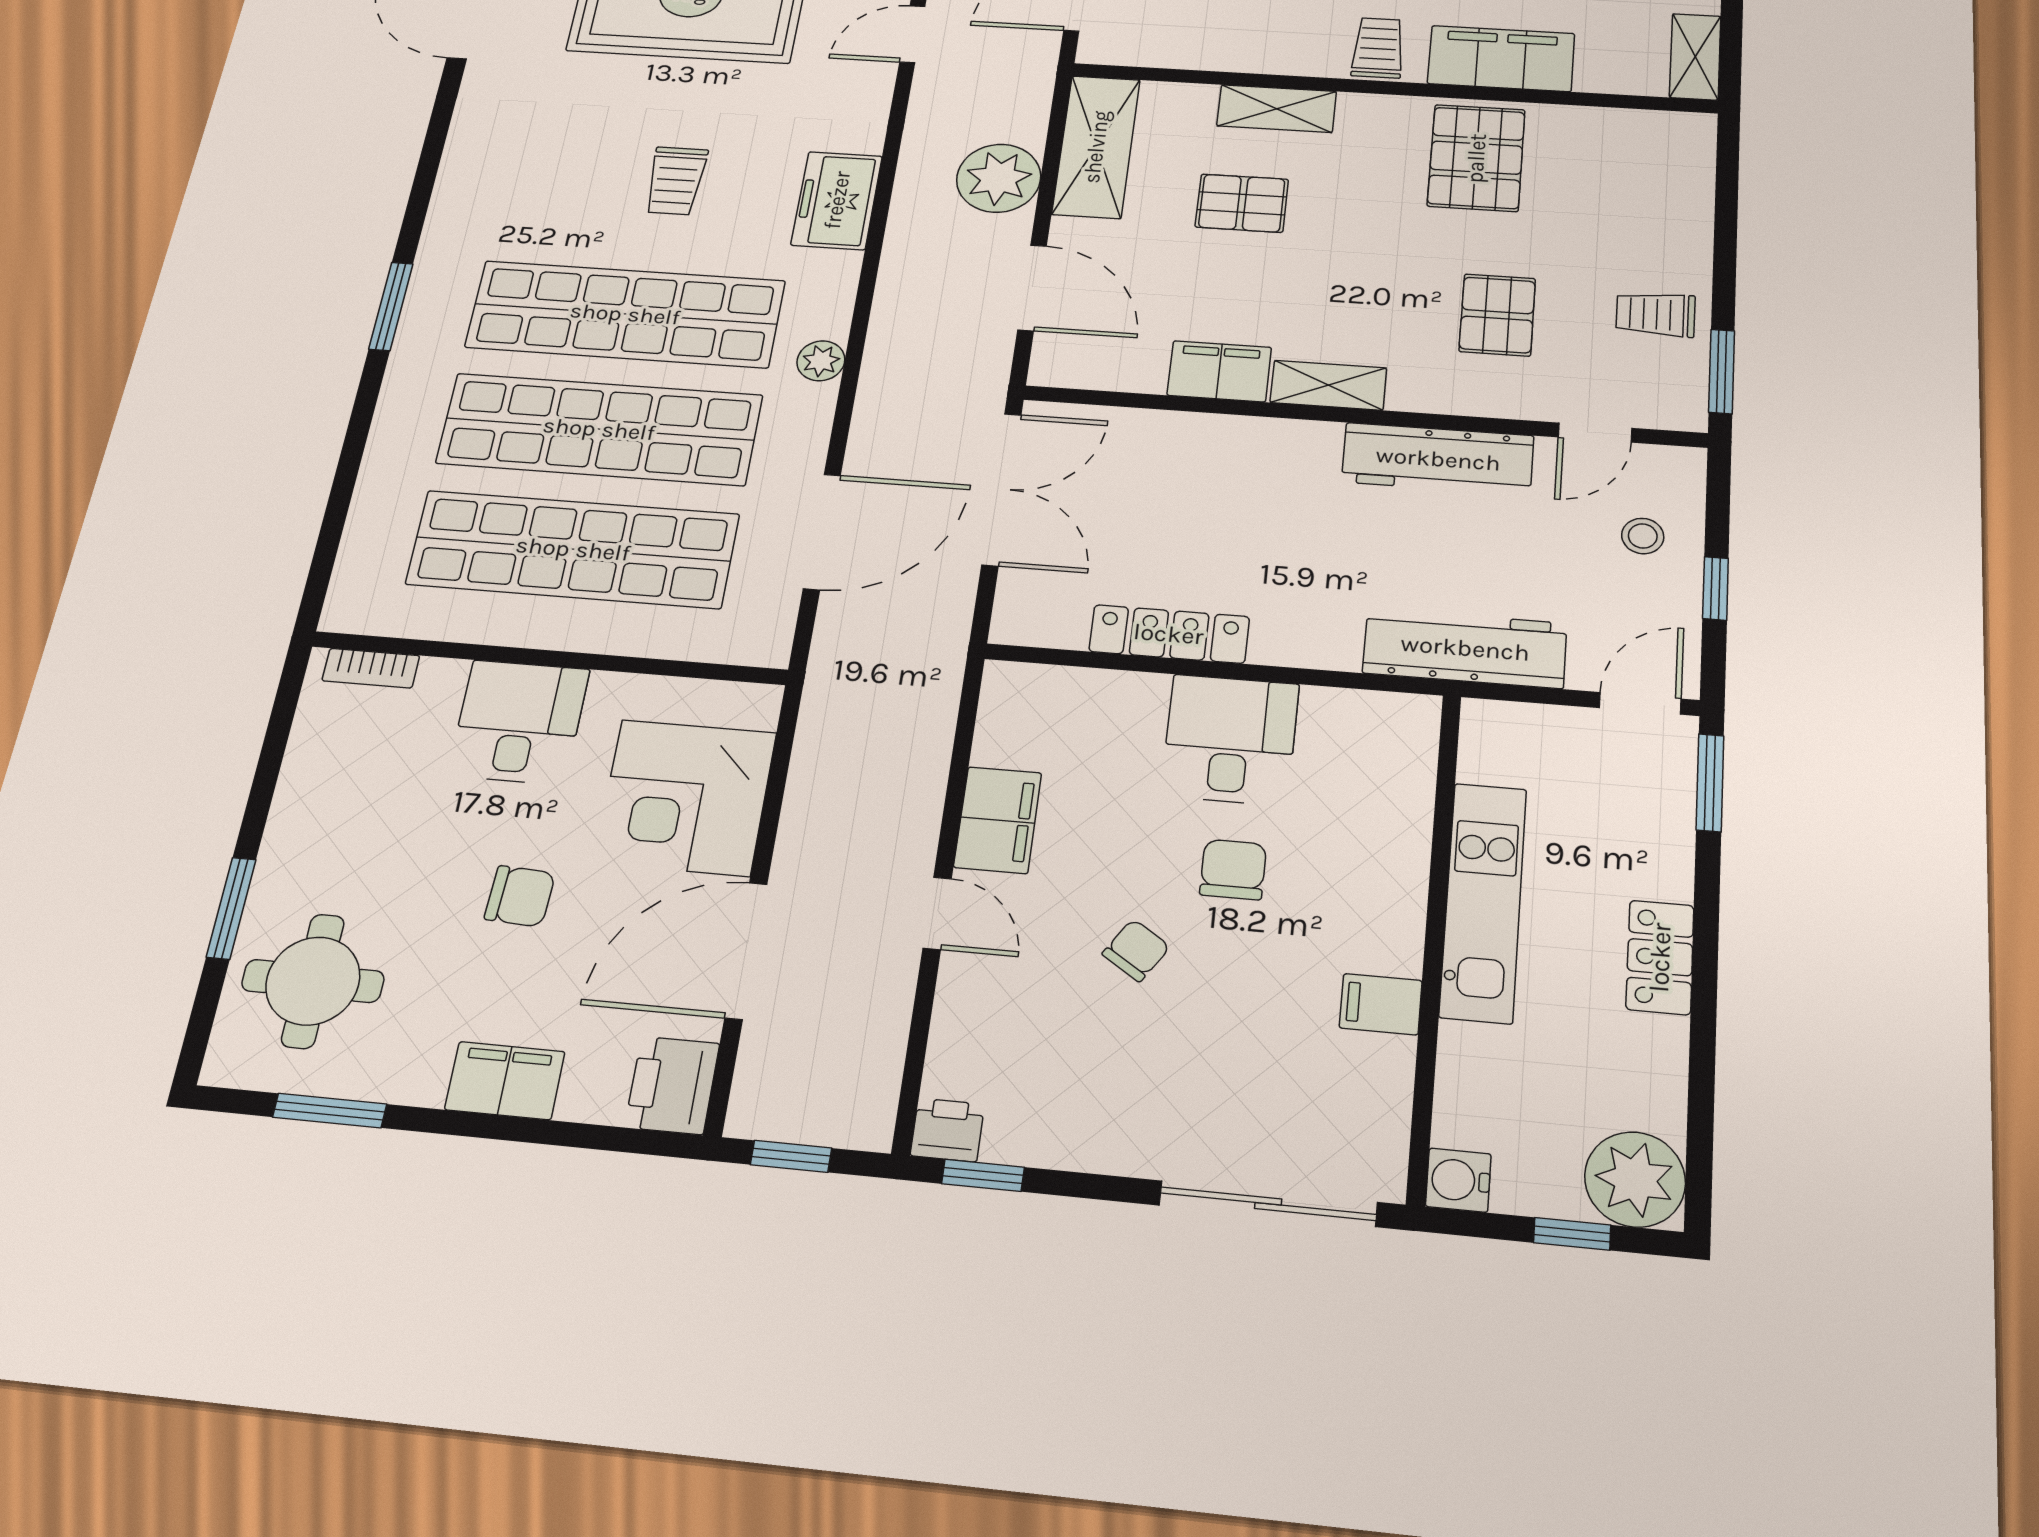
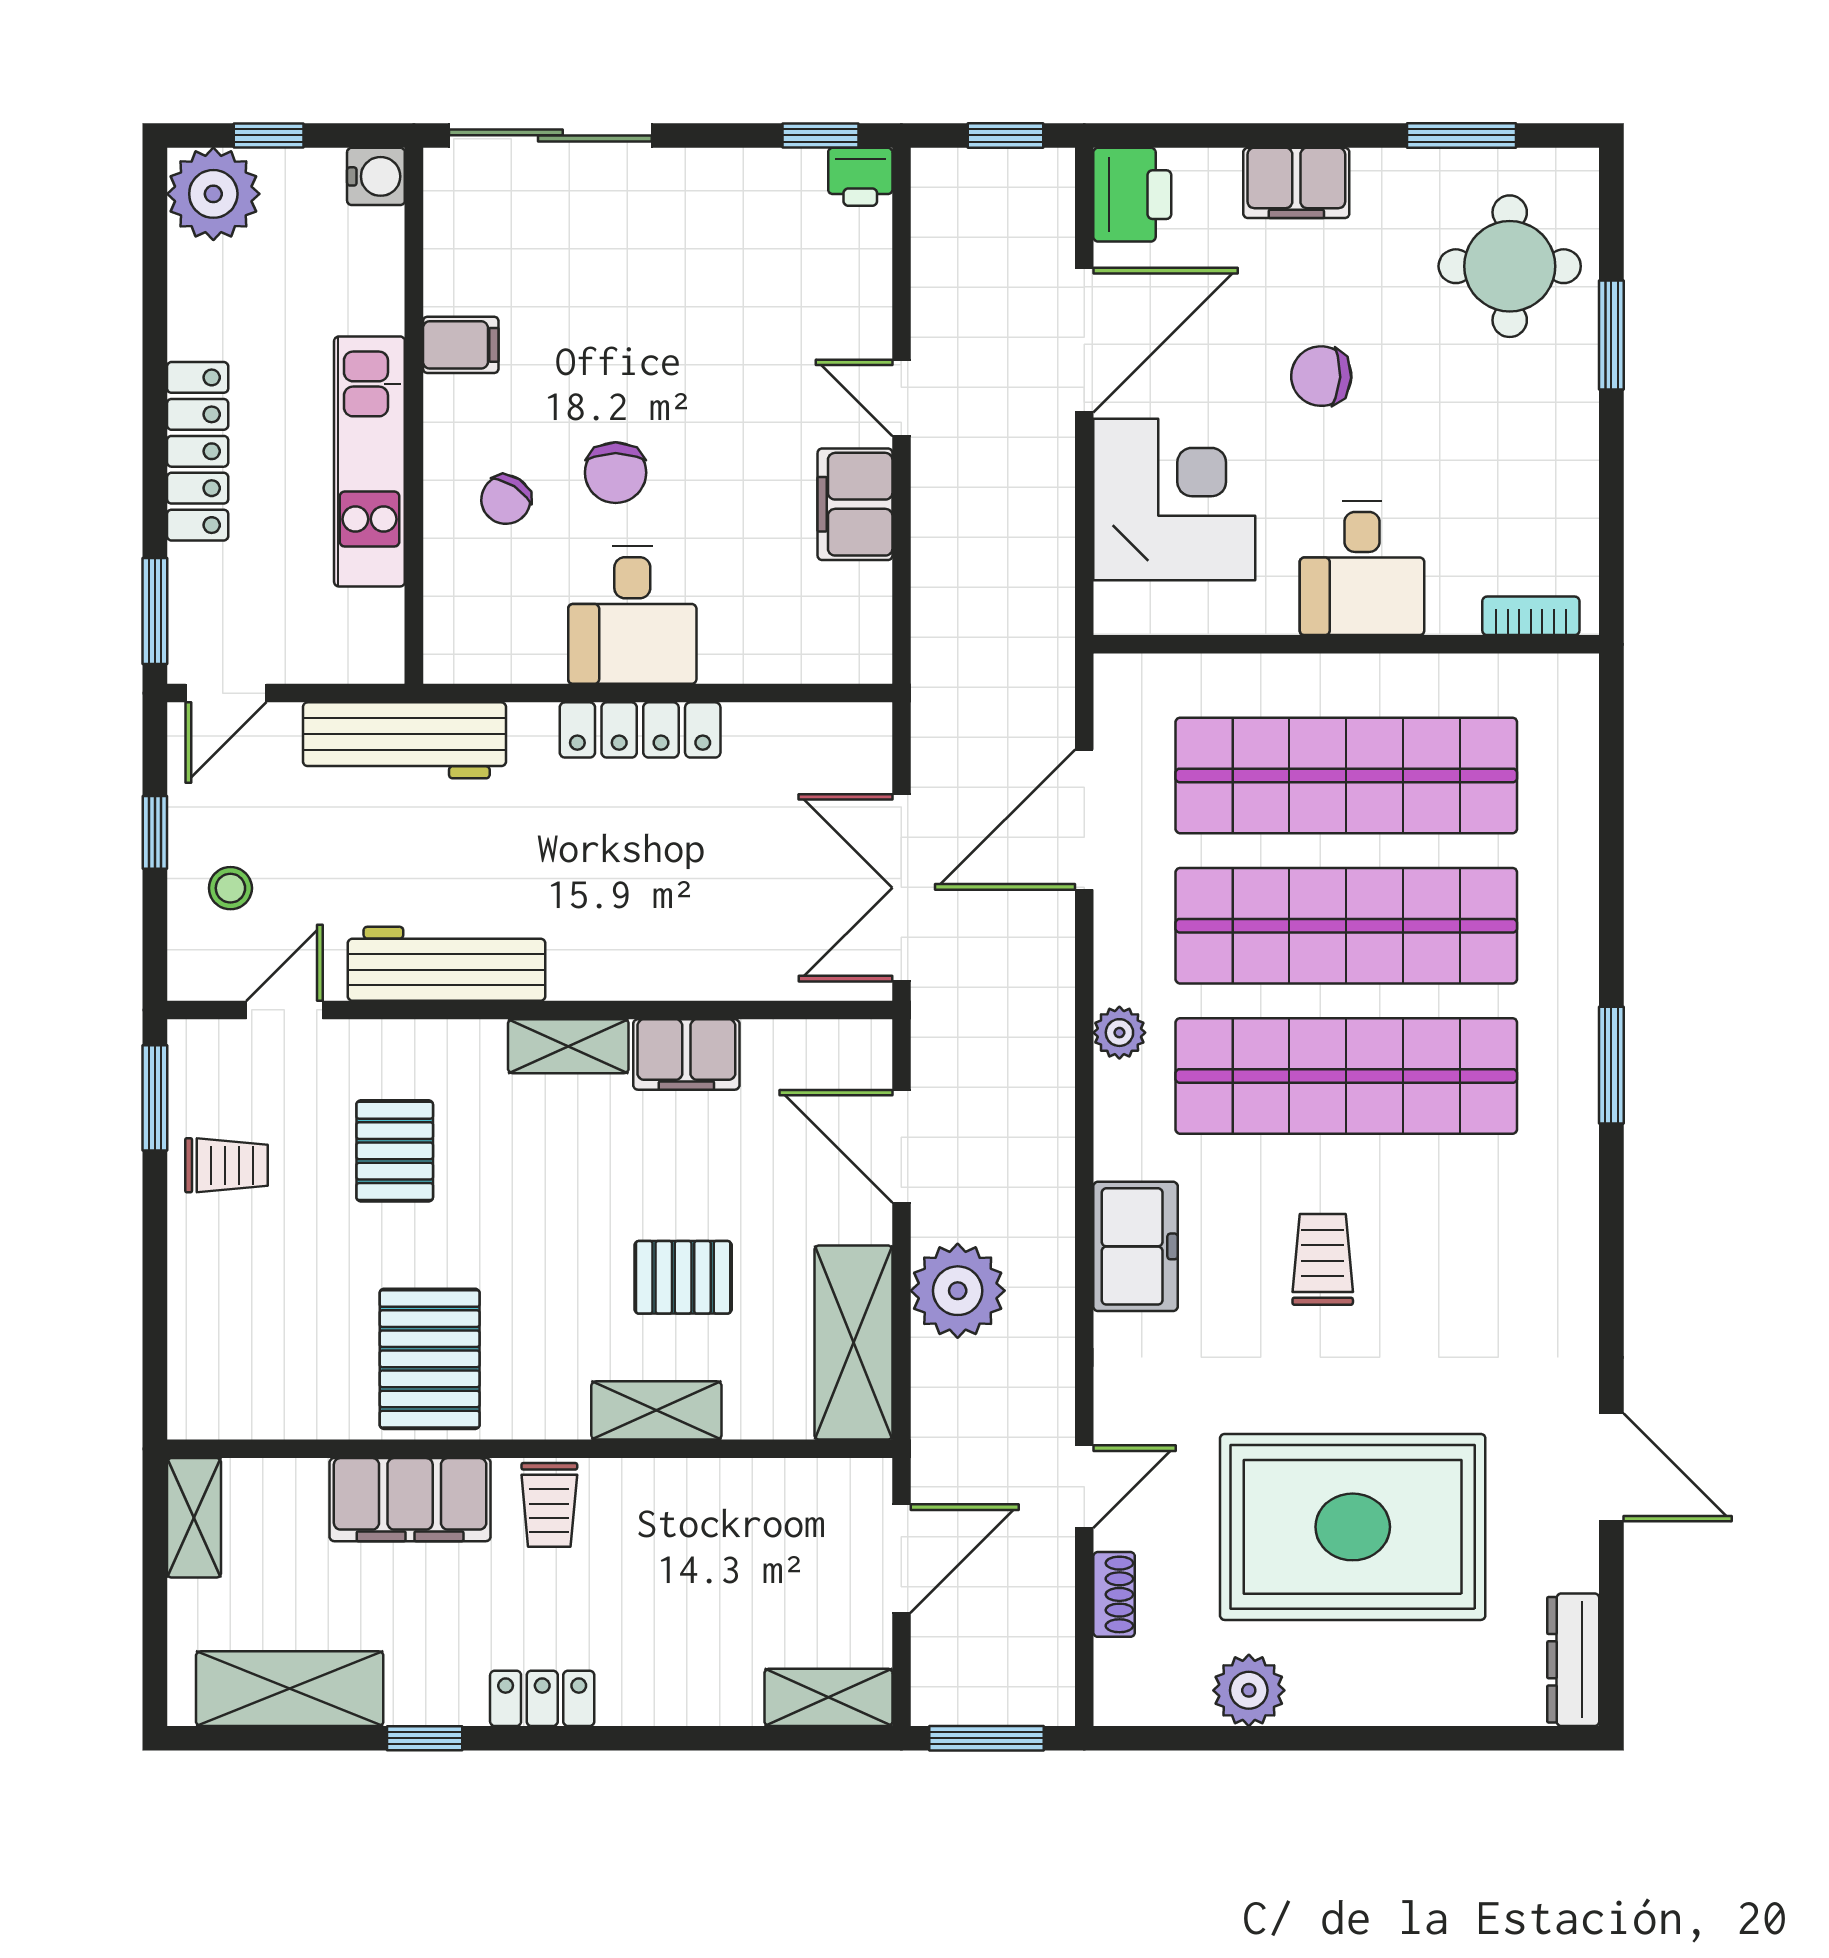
locker: (1169, 634) -> (640, 730), moved
chair: (1136, 950) -> (506, 500), moved
locker: (1660, 957) -> (198, 451), width x1.53

